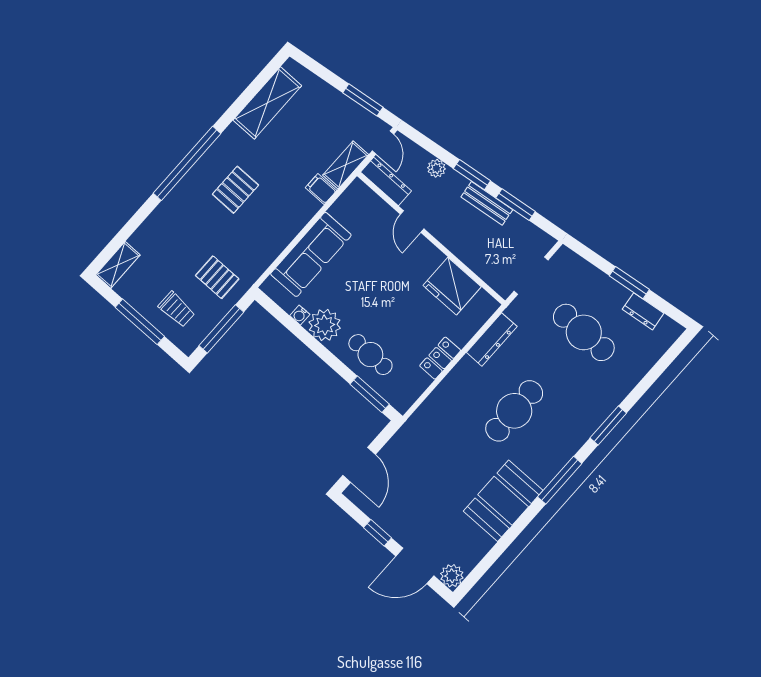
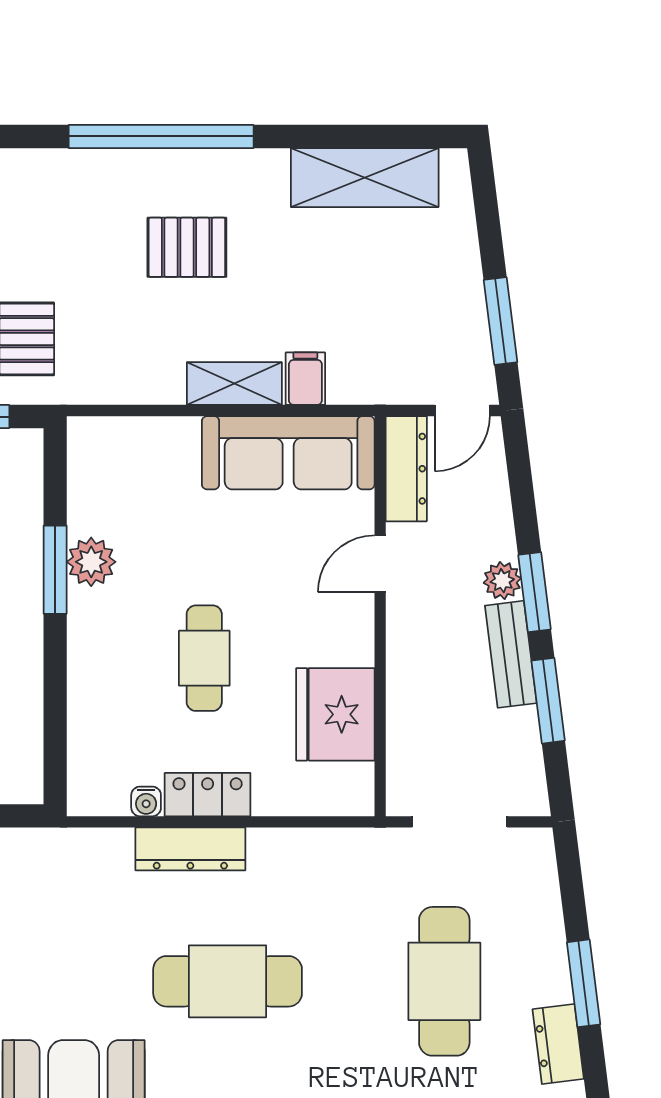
shelving: (346, 165) -> (234, 384), moved
plant: (436, 168) -> (502, 581), moved
sofa: (311, 254) -> (288, 453), moved
water cooler: (300, 315) -> (146, 801), moved, turned -90
plant: (325, 325) -> (91, 562), width x0.73, depth x0.73
dresser: (492, 339) -> (190, 849), moved
cafe table: (370, 355) -> (204, 658), moved
window: (370, 394) -> (55, 570), moved

